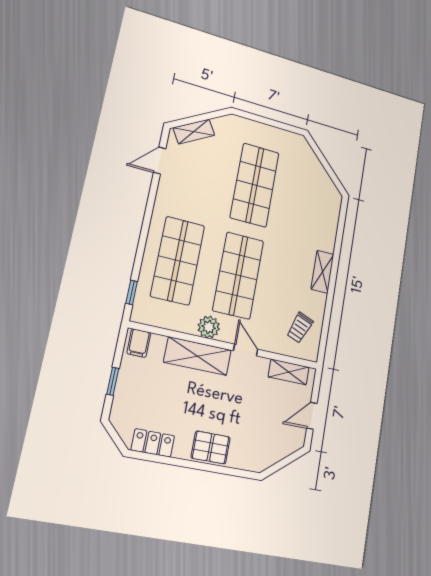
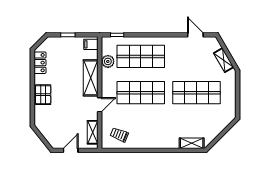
shelving: (194, 131) -> (224, 60), moved
shelving: (322, 272) -> (192, 143), moved
plant: (209, 327) -> (108, 61), moved
door: (312, 416) -> (71, 150), hinge flipped

